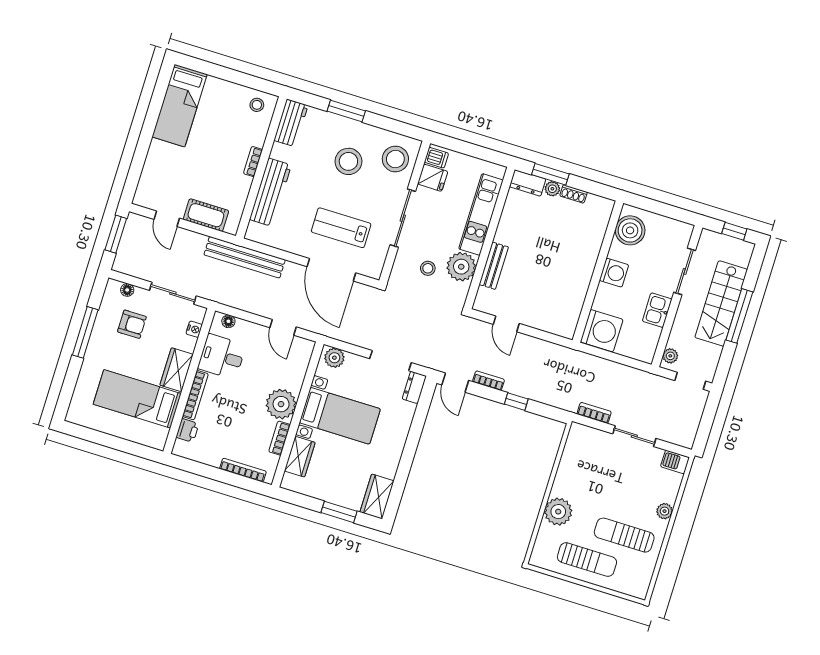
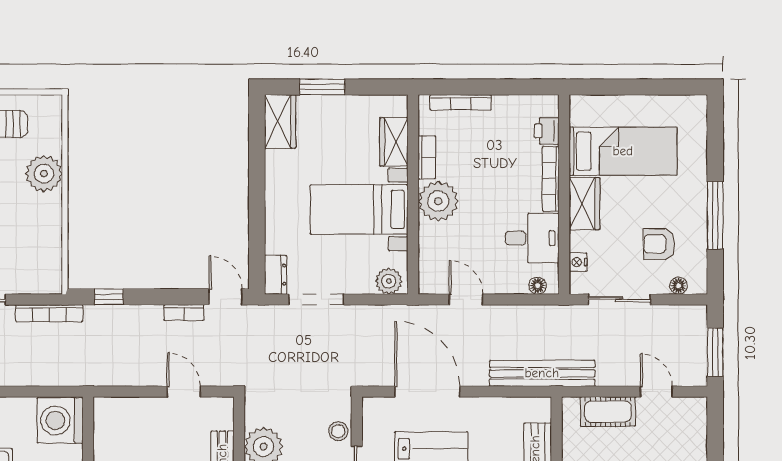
stool: (428, 268) -> (338, 431), moved
window: (516, 402) -> (109, 297), moved
bookcase: (594, 413) -> (49, 313), width x1.56

